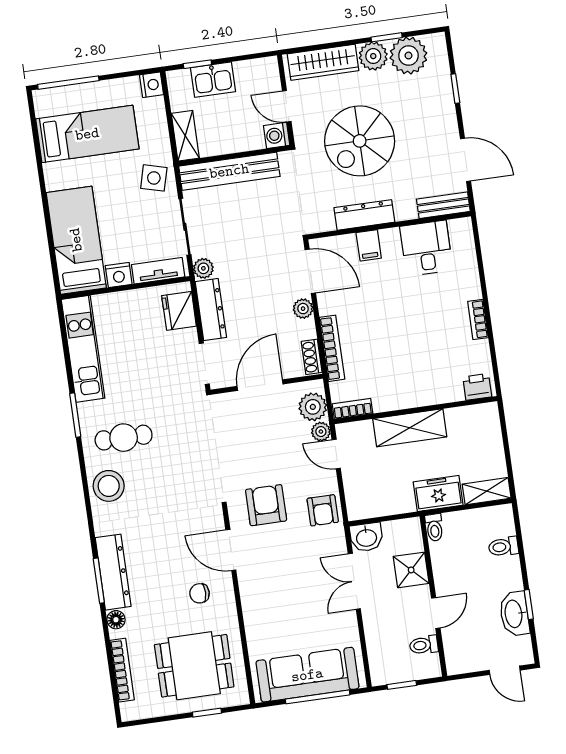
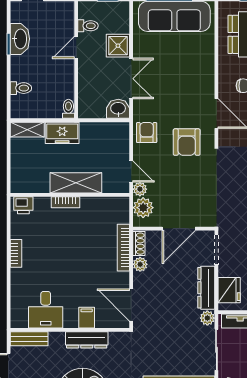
plant: (303, 309) -> (140, 264), moved
bookcase: (353, 409) -> (65, 202), moved
shower: (411, 570) -> (118, 46), moved

